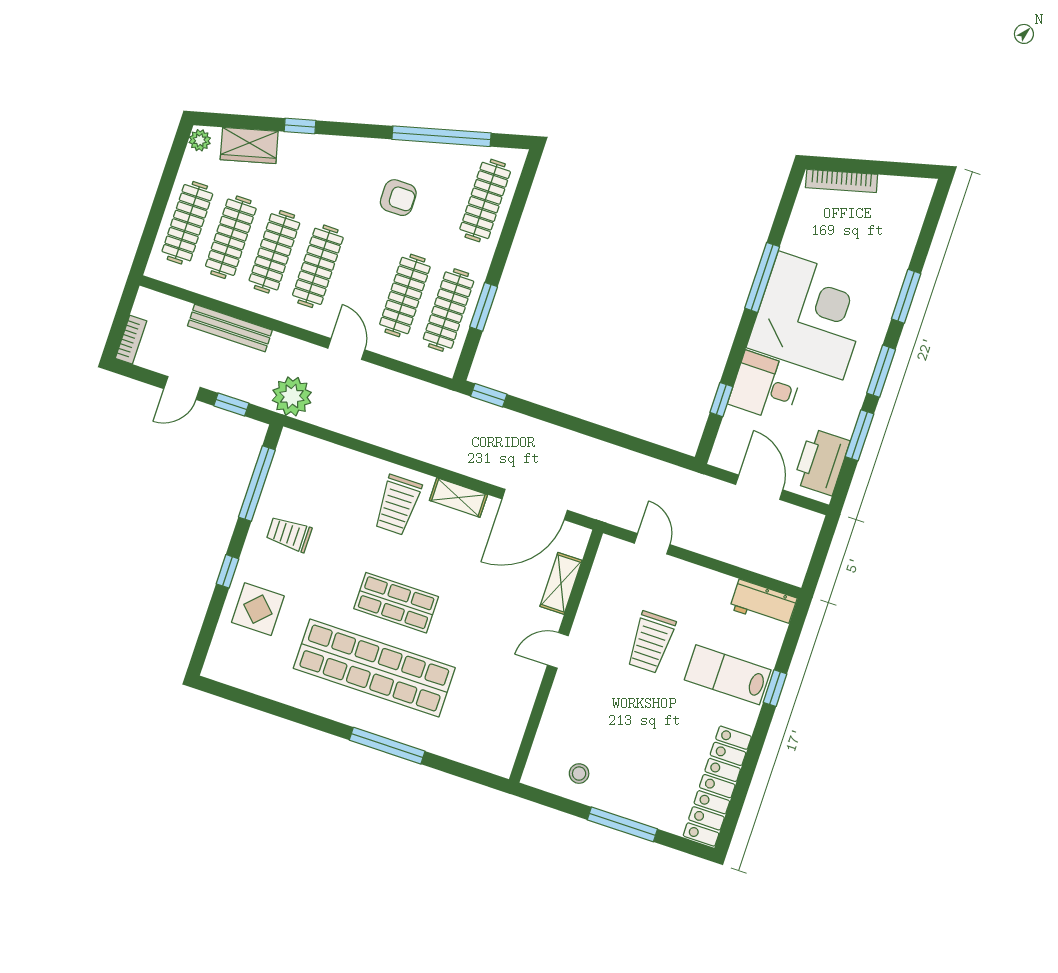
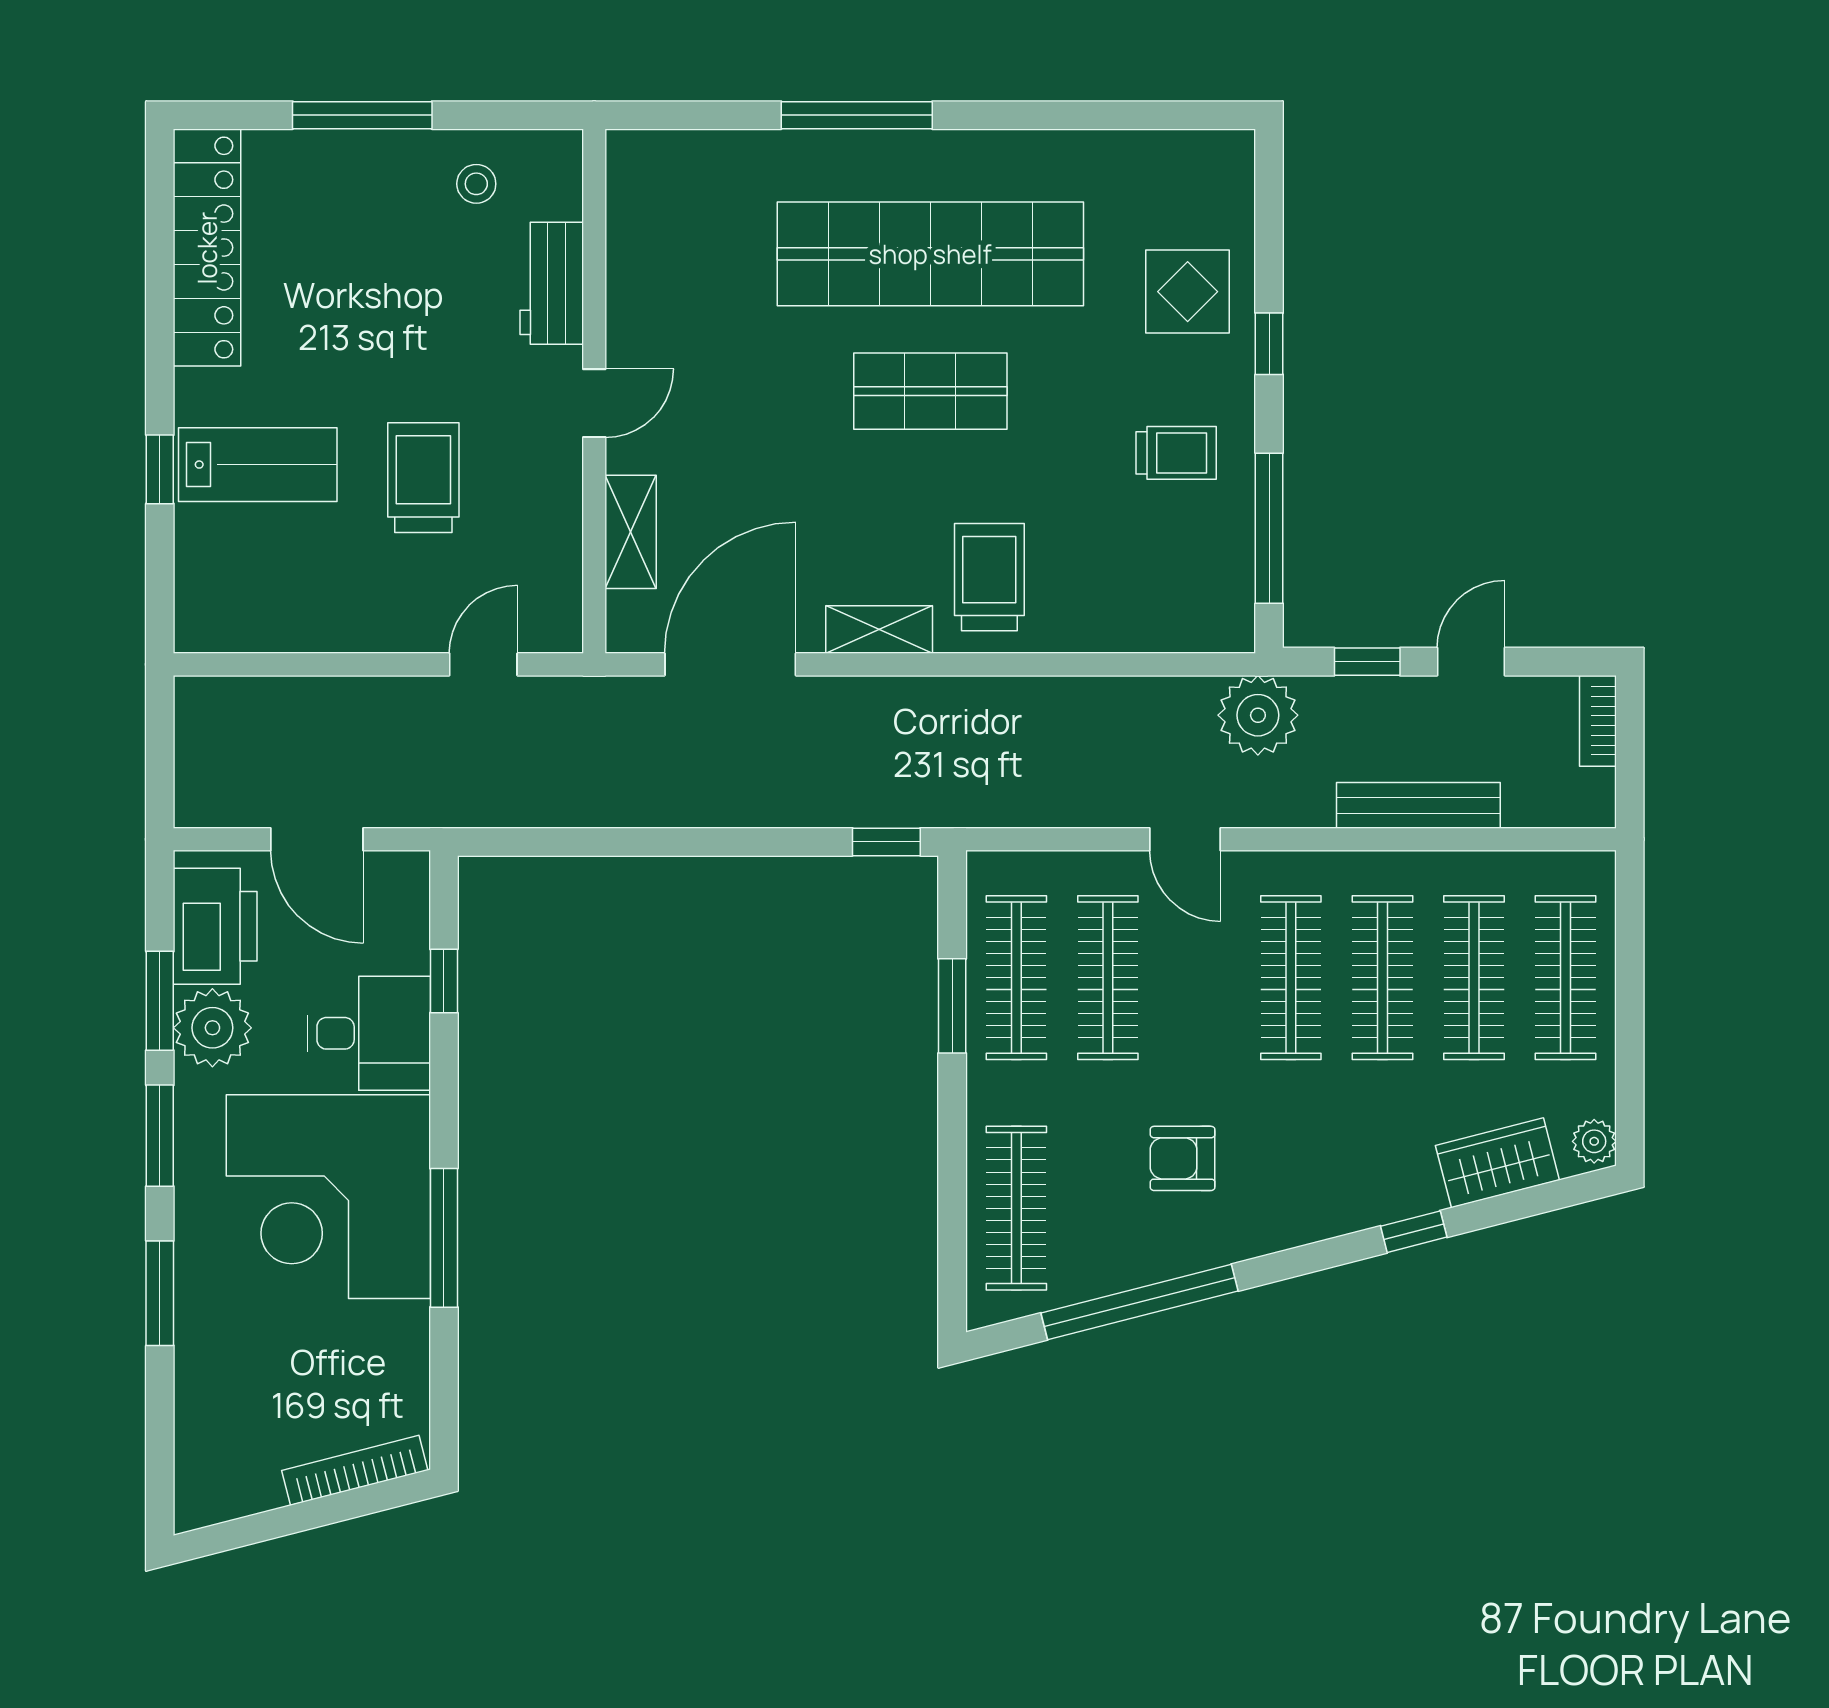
plant: (839, 414) -> (212, 1028), added
door: (652, 544) -> (483, 664), swing flipped
workbench: (763, 603) -> (552, 283), moved, turned -90

